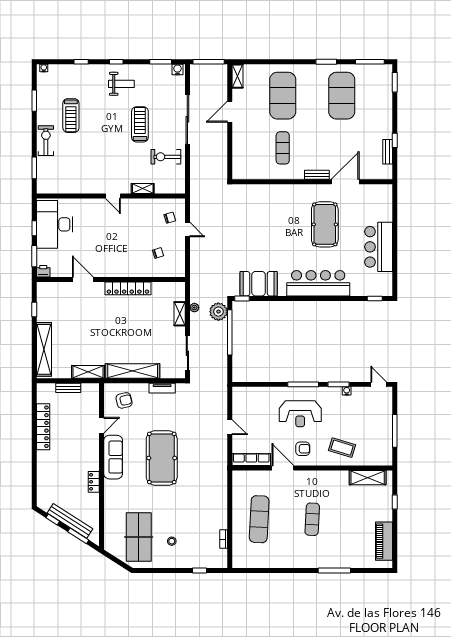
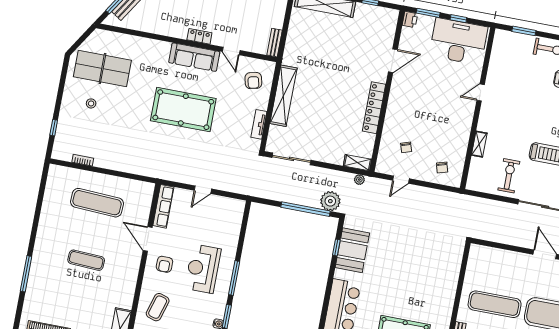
exercise mat: (283, 148) -> (495, 304), width x1.36, depth x1.45
door: (113, 196) -> (481, 93), moved
door: (187, 229) -> (401, 180), moved
window: (242, 298) -> (336, 248), moved
plant: (194, 308) -> (359, 180), moved
shelving: (180, 314) -> (357, 163), moved
shelving: (88, 372) -> (292, 47), removed
bench: (68, 388) -> (275, 43), moved
door: (283, 468) -> (148, 239), swing flipped
locker: (94, 482) -> (199, 36), moved

